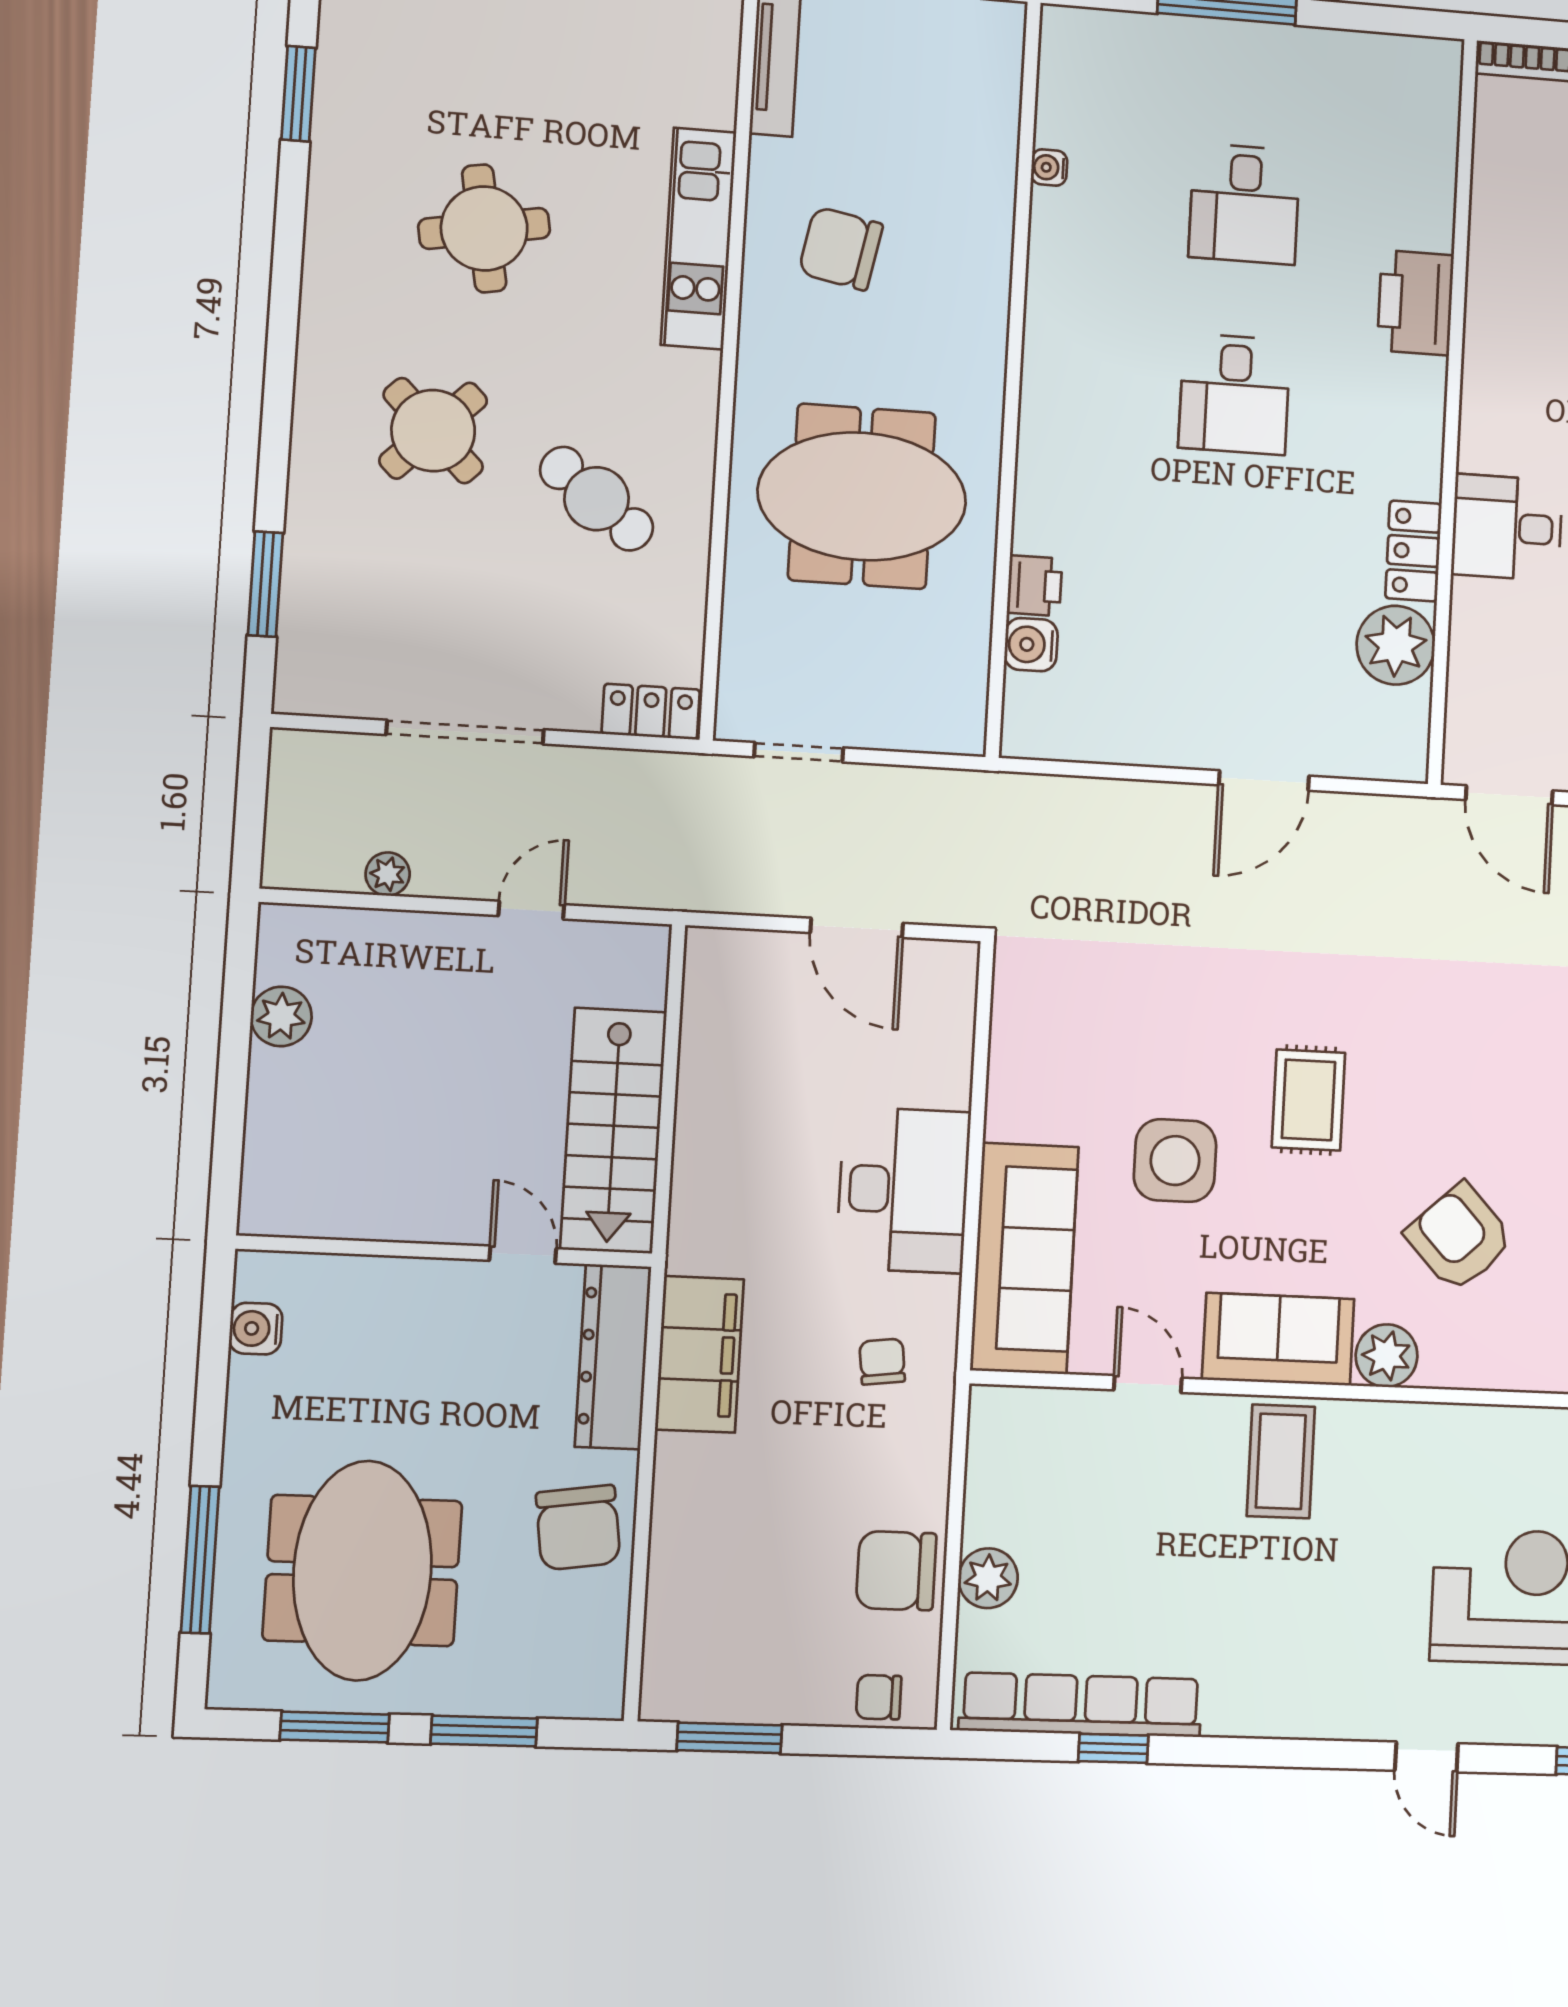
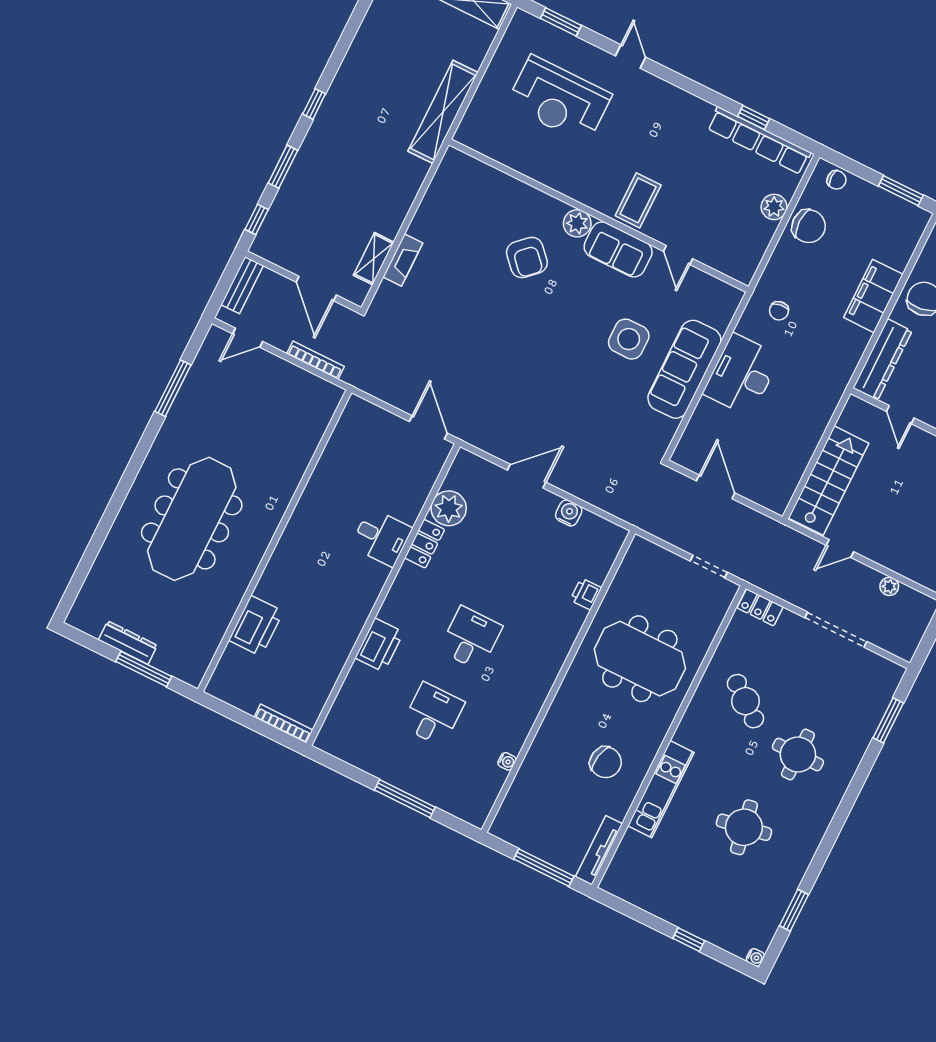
round table: (433, 431) -> (798, 755), turned 45
water cooler: (1031, 645) -> (569, 513), moved, turned -90
rug: (1308, 1100) -> (564, 340), removed
stairs: (614, 1131) -> (829, 481), moved
sofa: (1024, 1258) -> (684, 369), moved
filing cabinet: (699, 1354) -> (873, 296), moved

